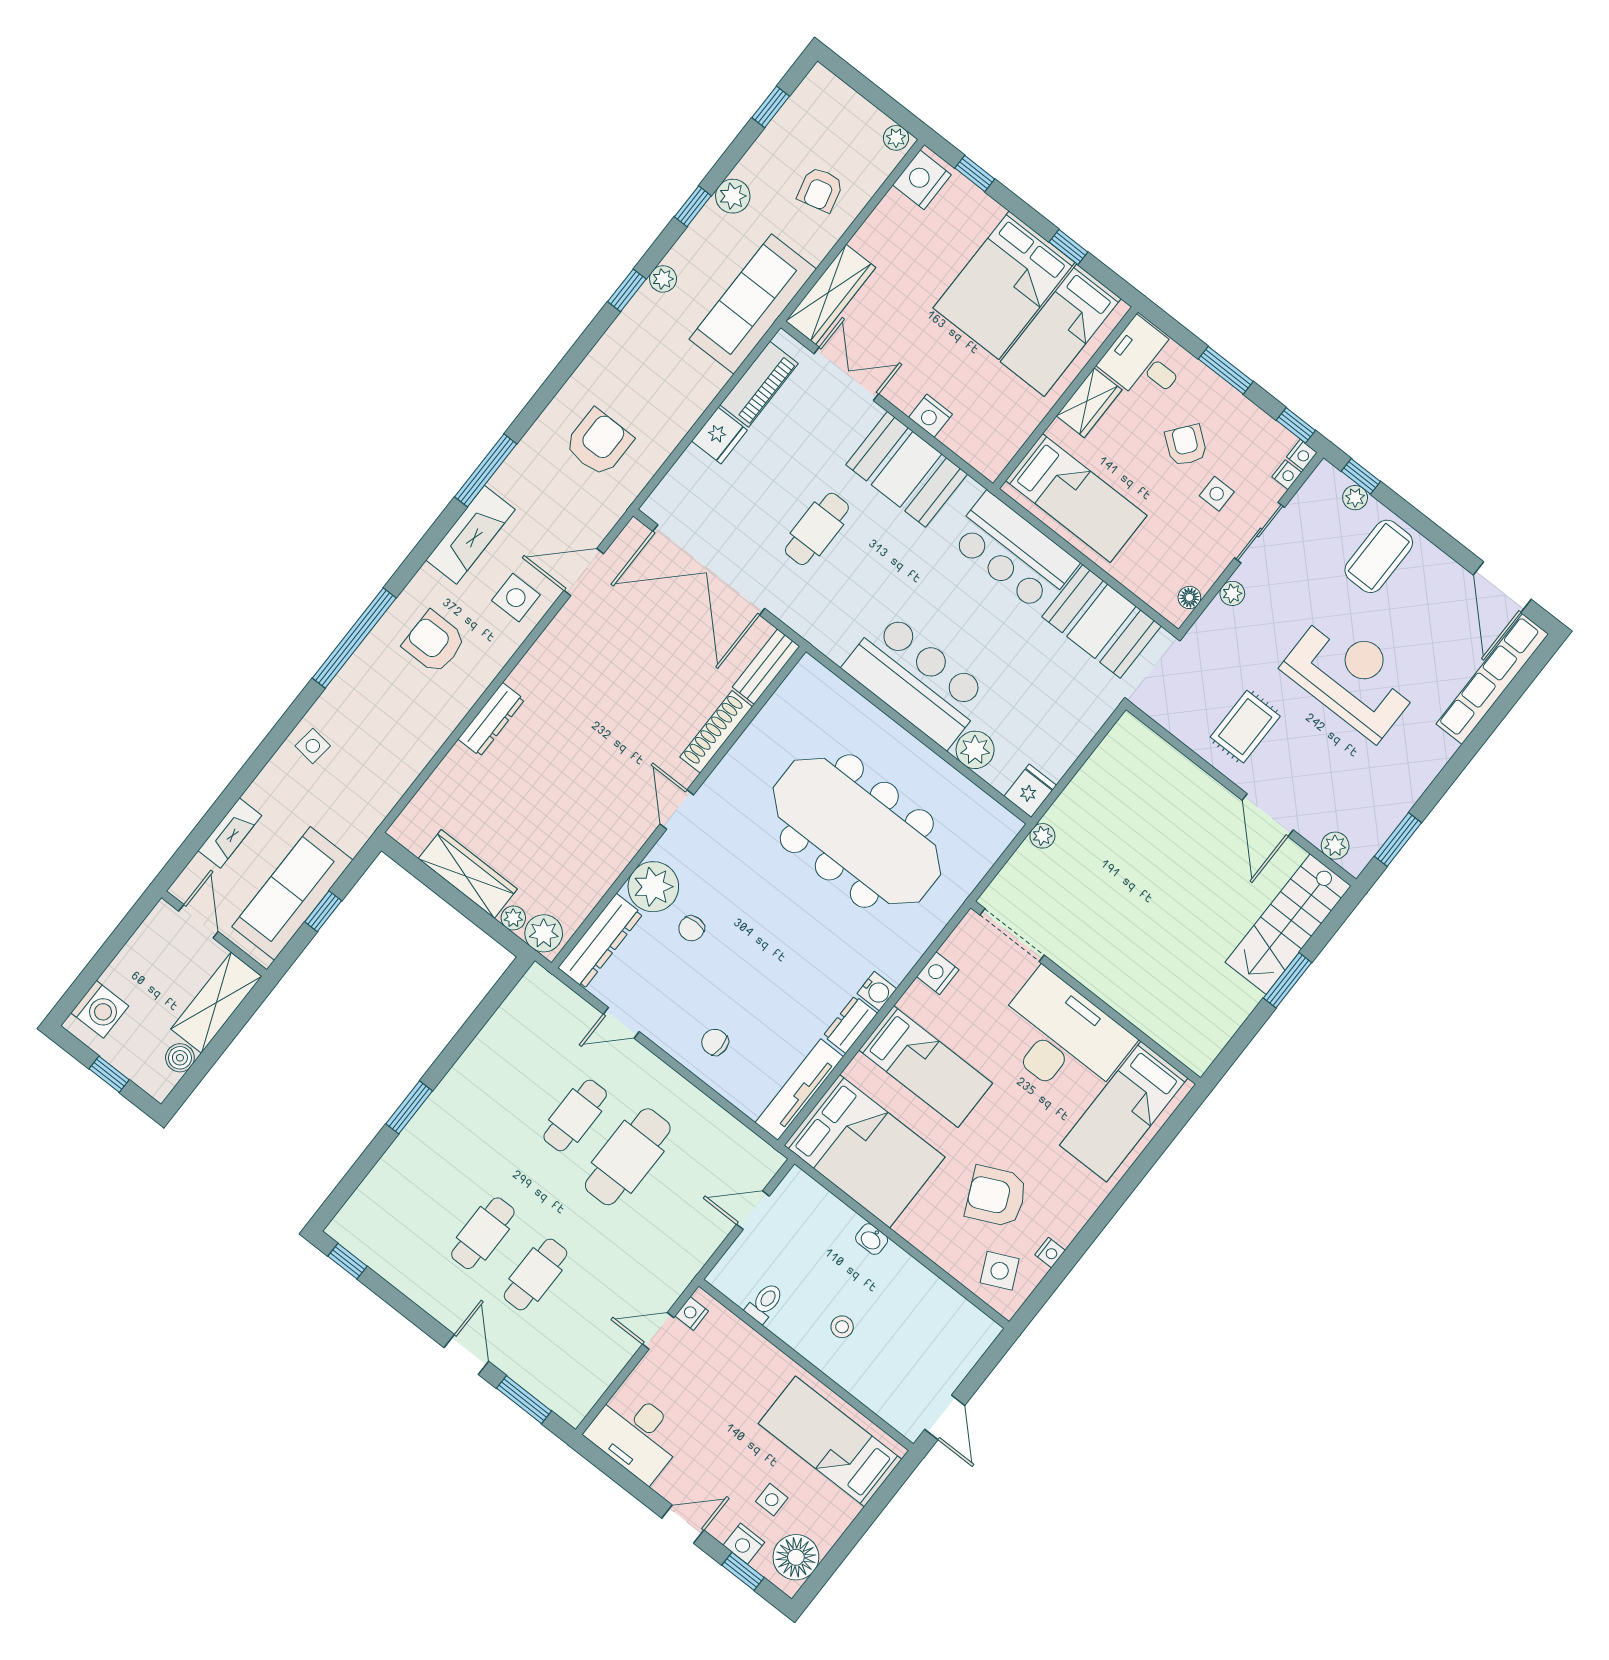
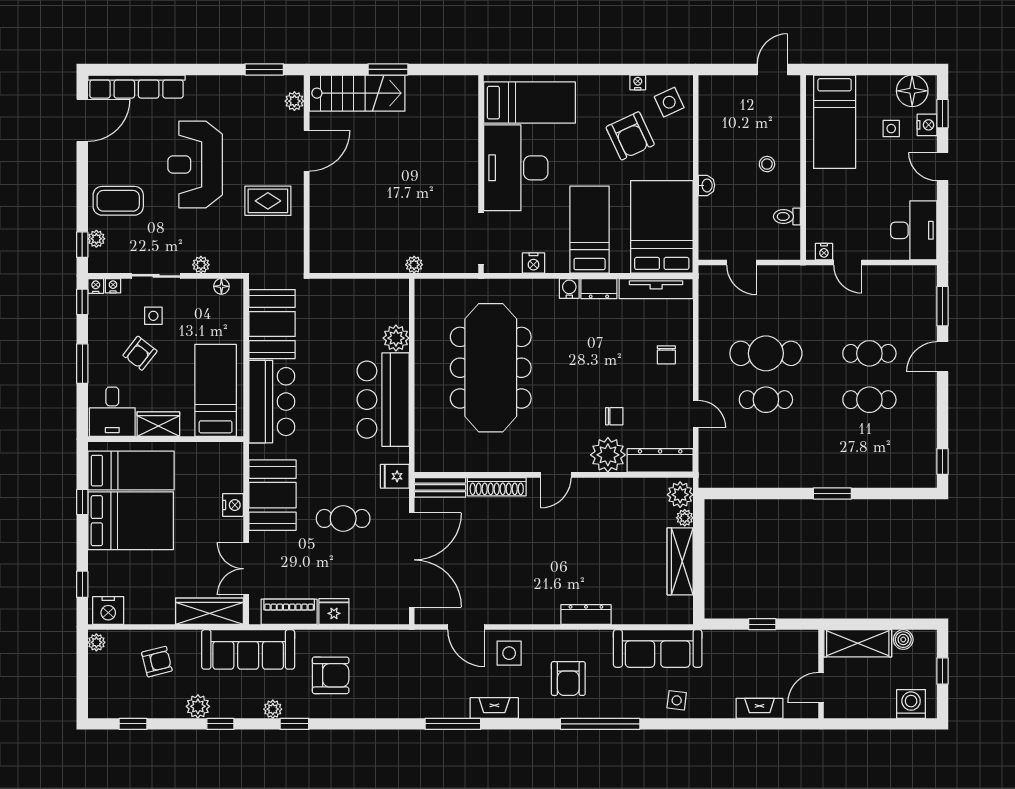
armchair: (599, 443) -> (331, 675), moved, turned 180
fireplace: (470, 535) -> (494, 708), width x0.73, depth x0.76
fridge: (1030, 791) -> (395, 476), moved
sofa: (292, 893) -> (658, 648), moved

